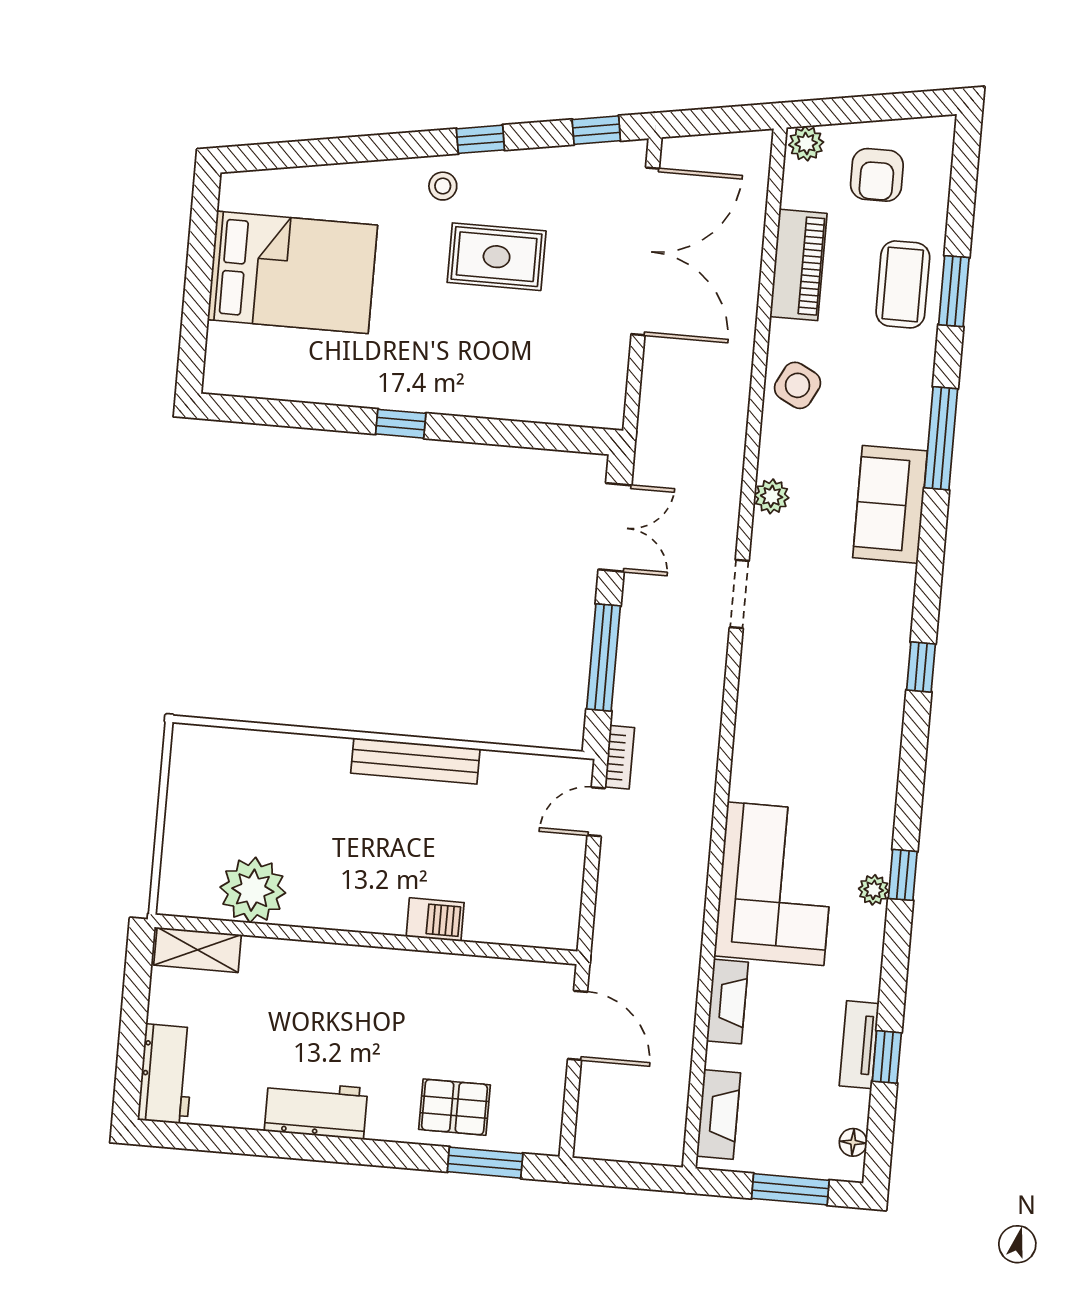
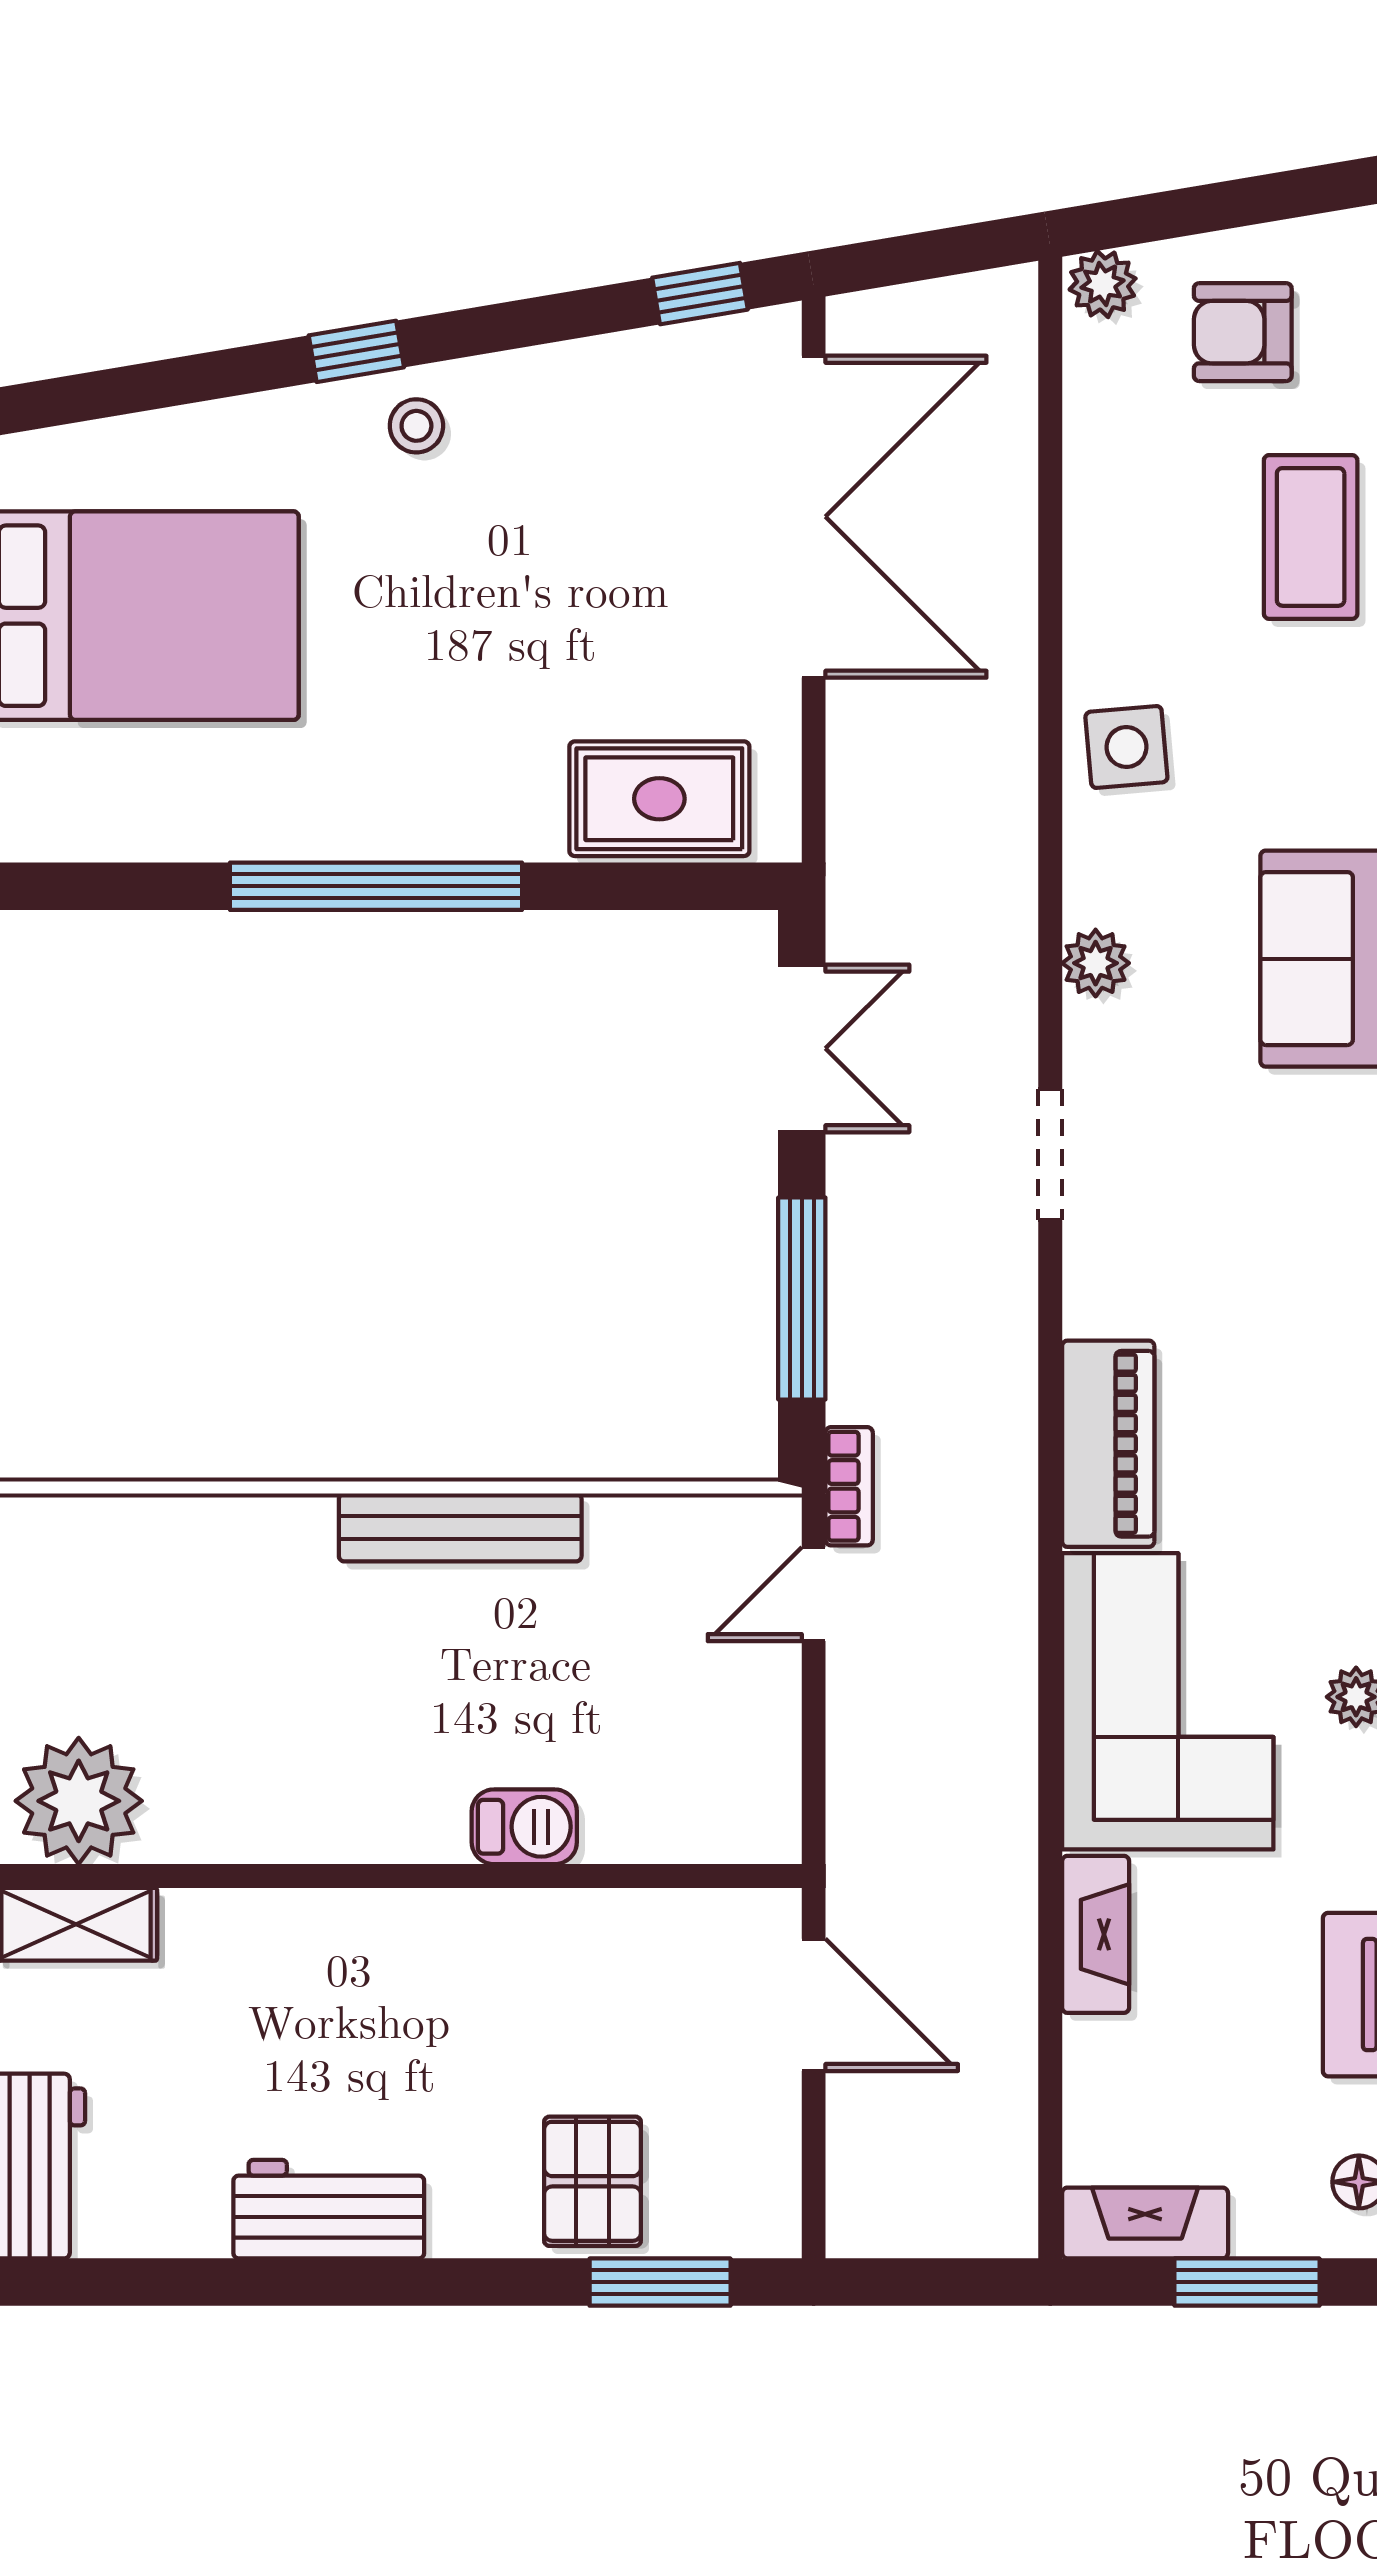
window: (480, 139) -> (356, 351), moved
armchair: (877, 175) -> (1243, 332), turned 90
rug: (497, 257) -> (659, 799), moved
piano: (798, 265) -> (1108, 1444), moved
side table: (797, 385) -> (1126, 747), turned -32
window: (401, 424) -> (376, 886), width x3.17
plant: (253, 890) -> (79, 1801), moved
pallet: (454, 1107) -> (593, 2181), turned 90
fireplace: (719, 1114) -> (1145, 2223), moved, turned -90

